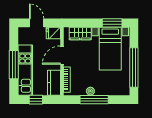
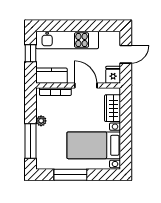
window: (112, 23) -> (126, 148), removed
window: (14, 65) -> (74, 26), removed
window: (134, 68) -> (70, 175), width x0.68
window: (94, 100) -> (31, 141), moved

